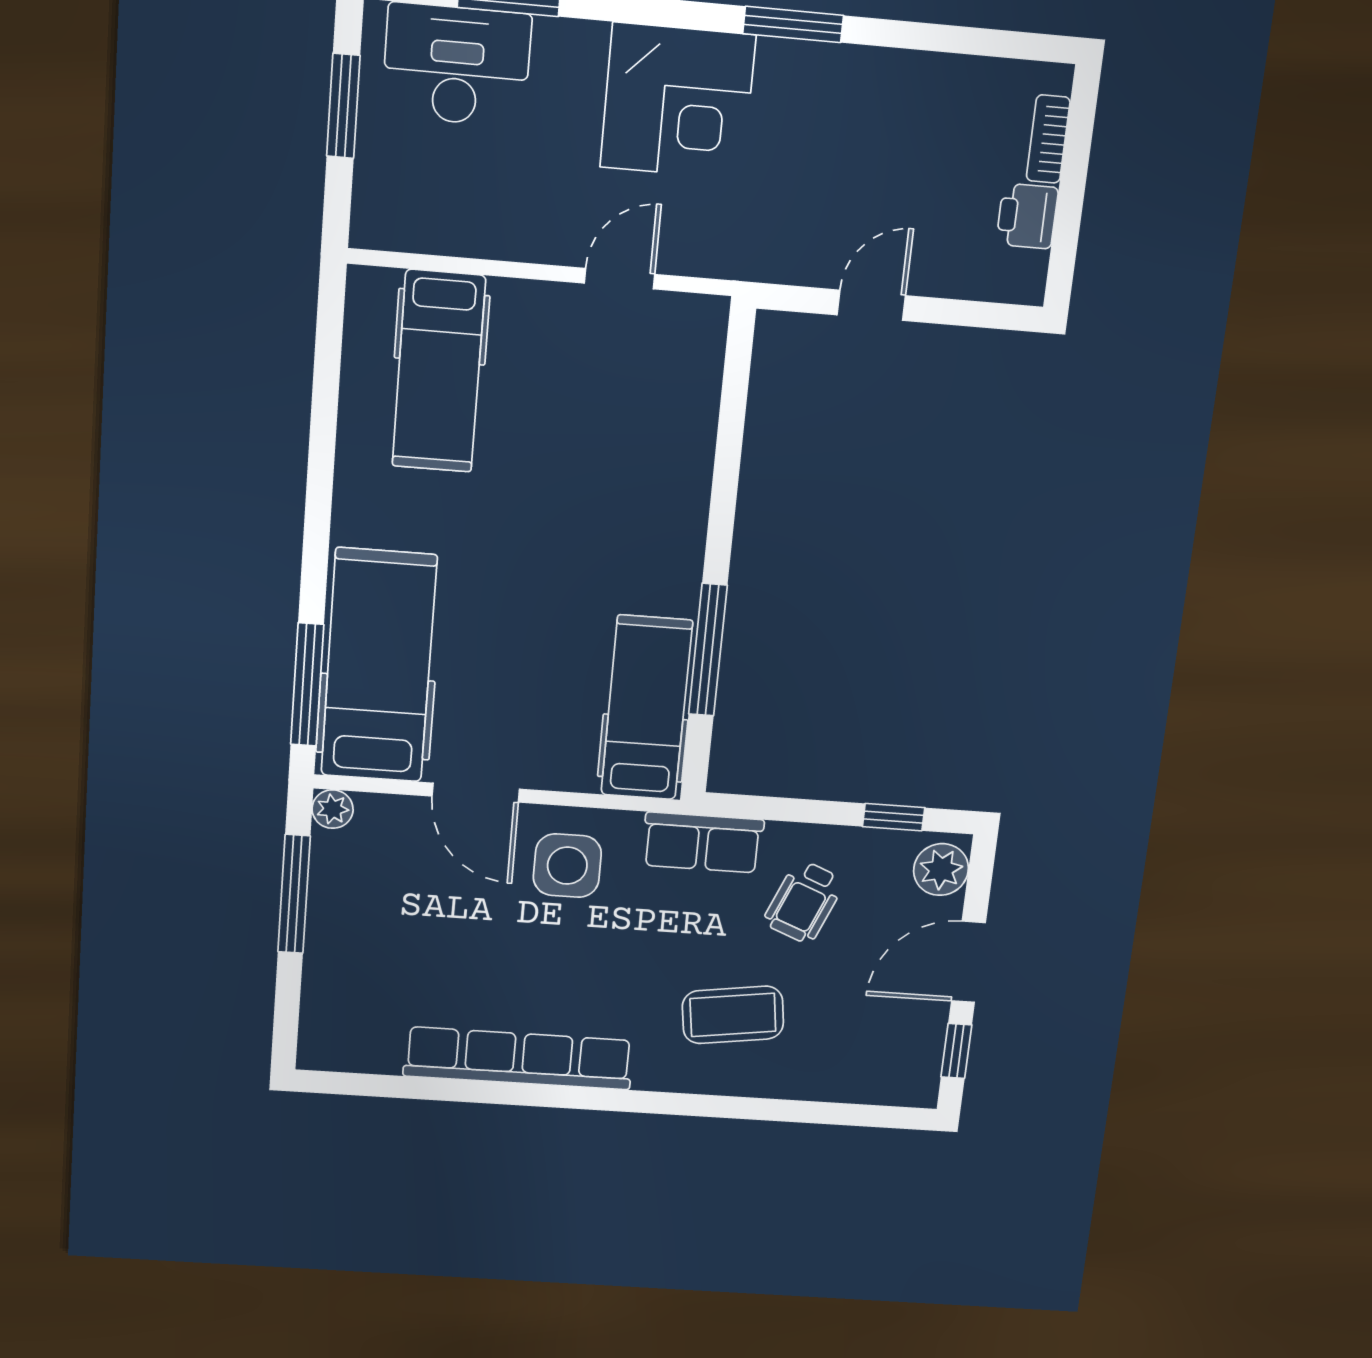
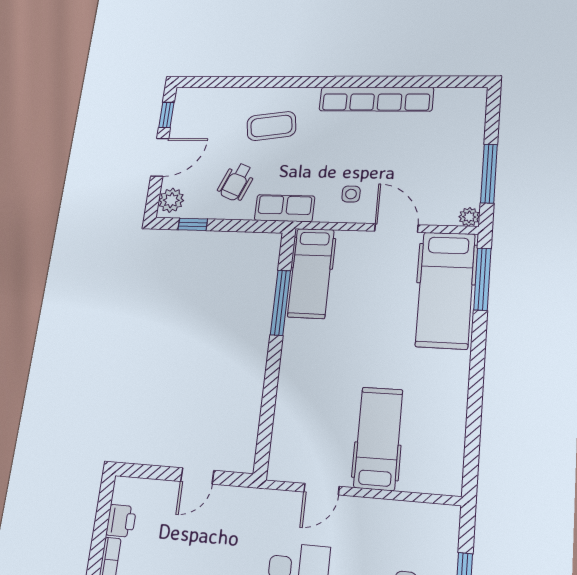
hospital bed: (439, 371) -> (378, 438), moved
side table: (567, 866) -> (351, 194), width x0.54, depth x0.54
wheelchair: (804, 902) -> (236, 182), turned 180

